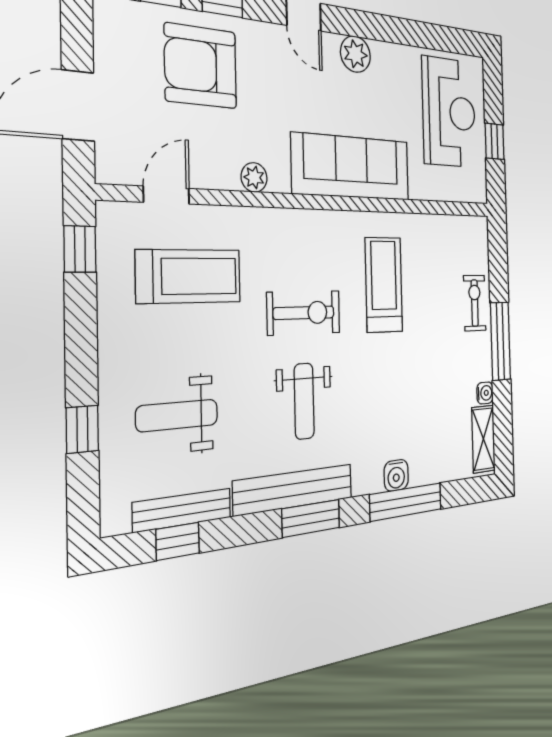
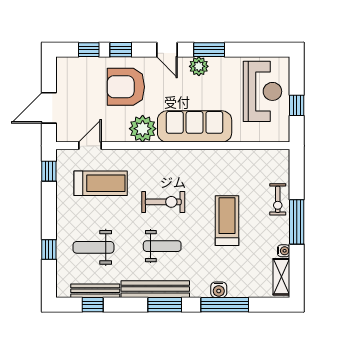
window: (371, 26) -> (209, 50), added
armchair: (201, 66) -> (126, 87), moved
plant: (254, 177) -> (143, 129), width x1.87, depth x1.87
treadmill: (384, 285) -> (227, 221), moved
exercise bike: (475, 303) -> (278, 199), turned 180
weight bench: (304, 401) -> (162, 246), turned -90

